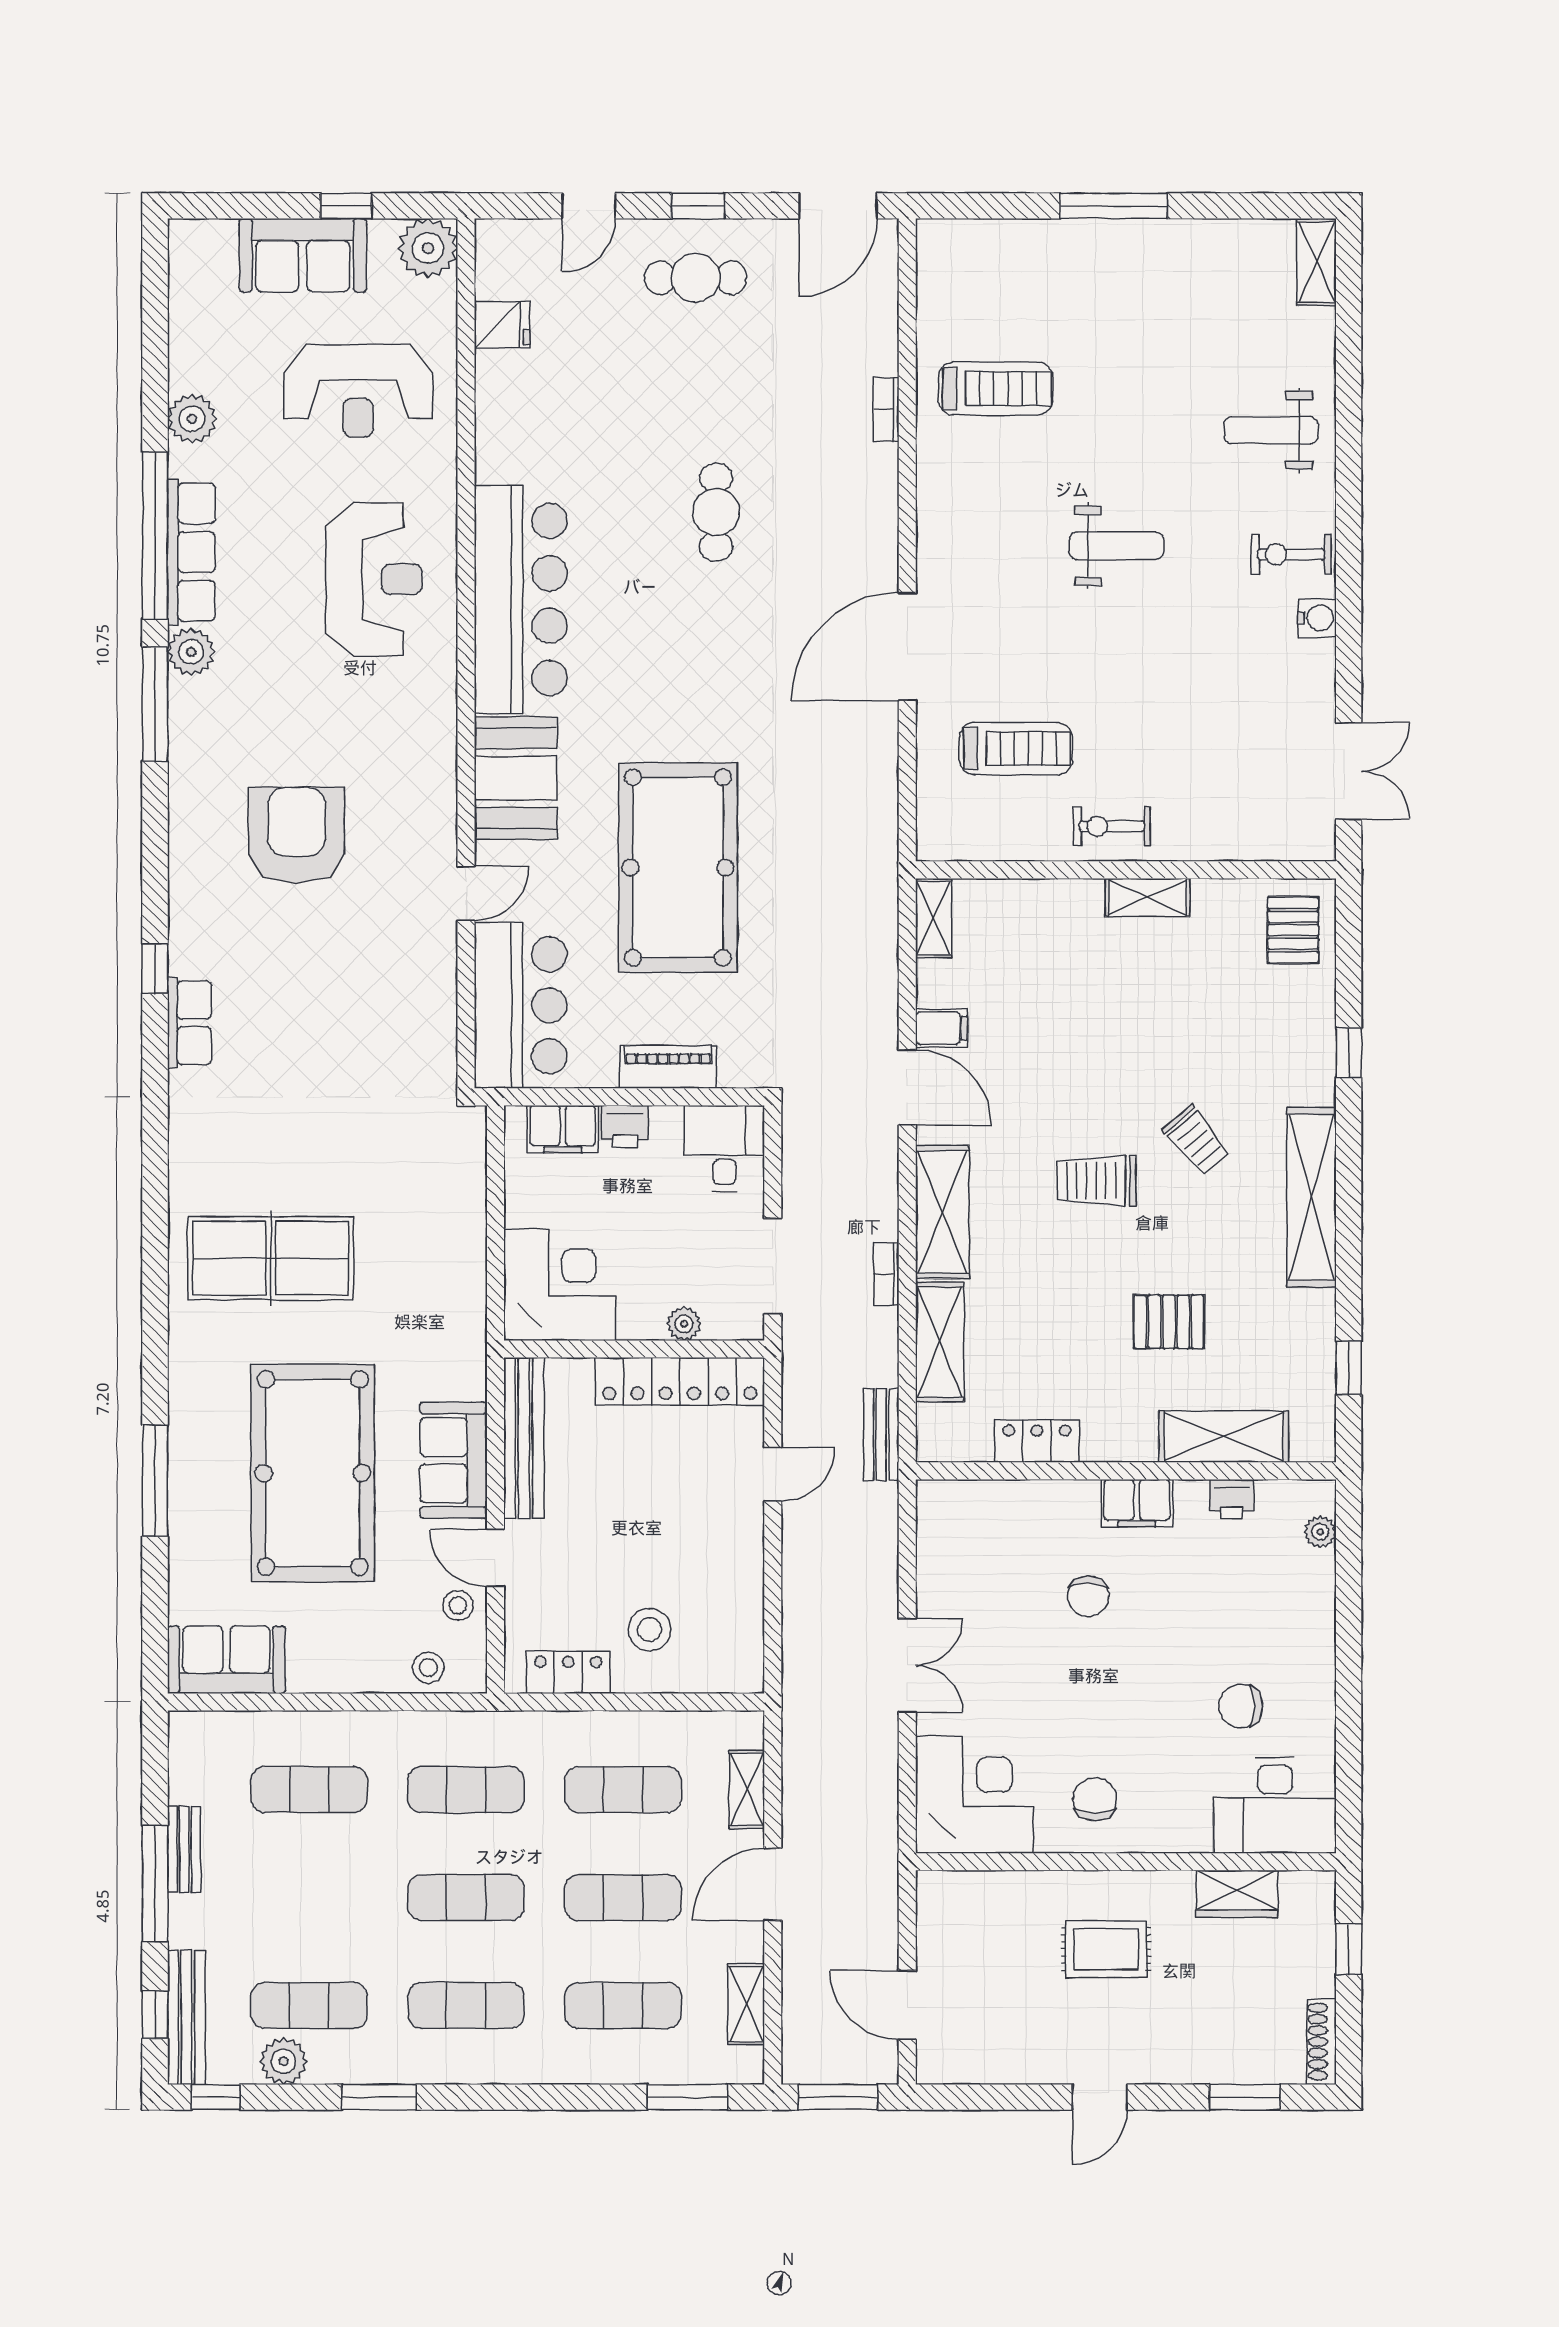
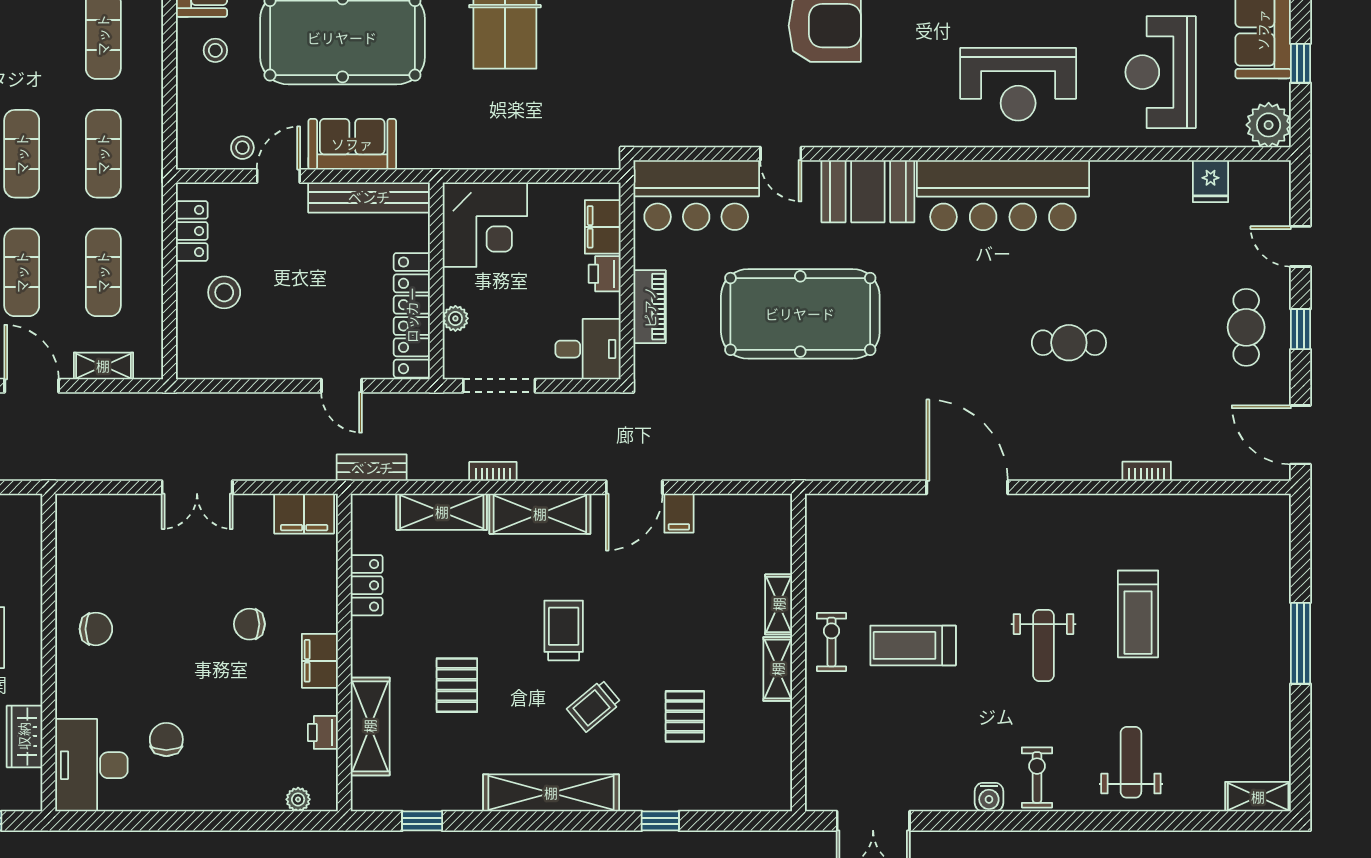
treadmill: (995, 389) -> (1138, 614), moved
treadmill: (1016, 749) -> (913, 645), moved, turned 90
shelving: (934, 918) -> (779, 604), moved, turned 90
pallet: (1293, 930) -> (685, 716), moved, turned 90
filing cabinet: (942, 1524) -> (304, 514), added
stool: (428, 1668) -> (215, 50), moved
corner desk: (974, 1795) -> (99, 538), removed

